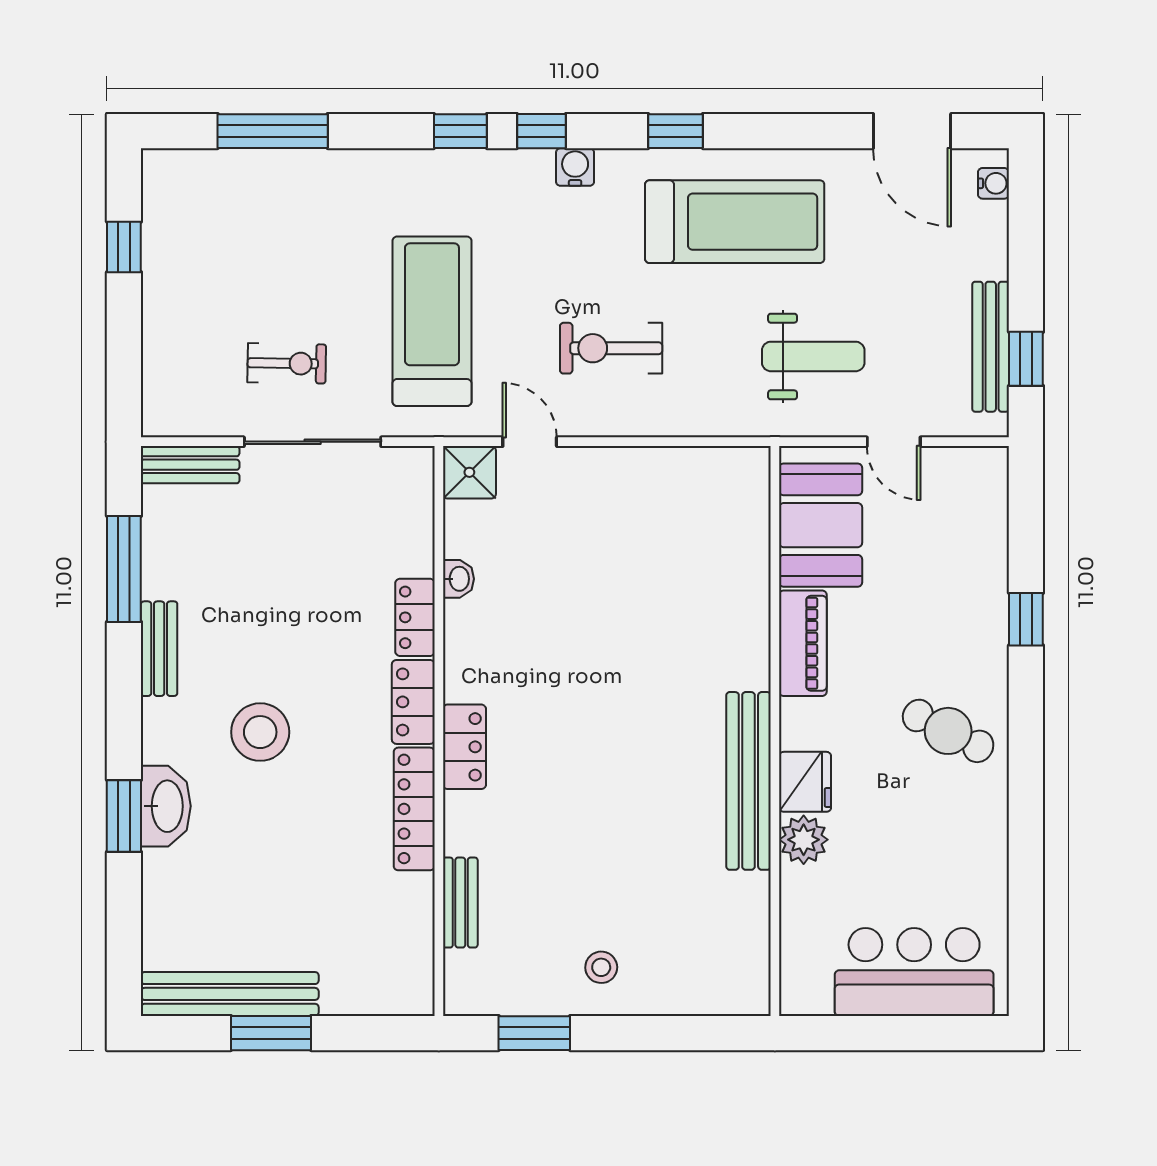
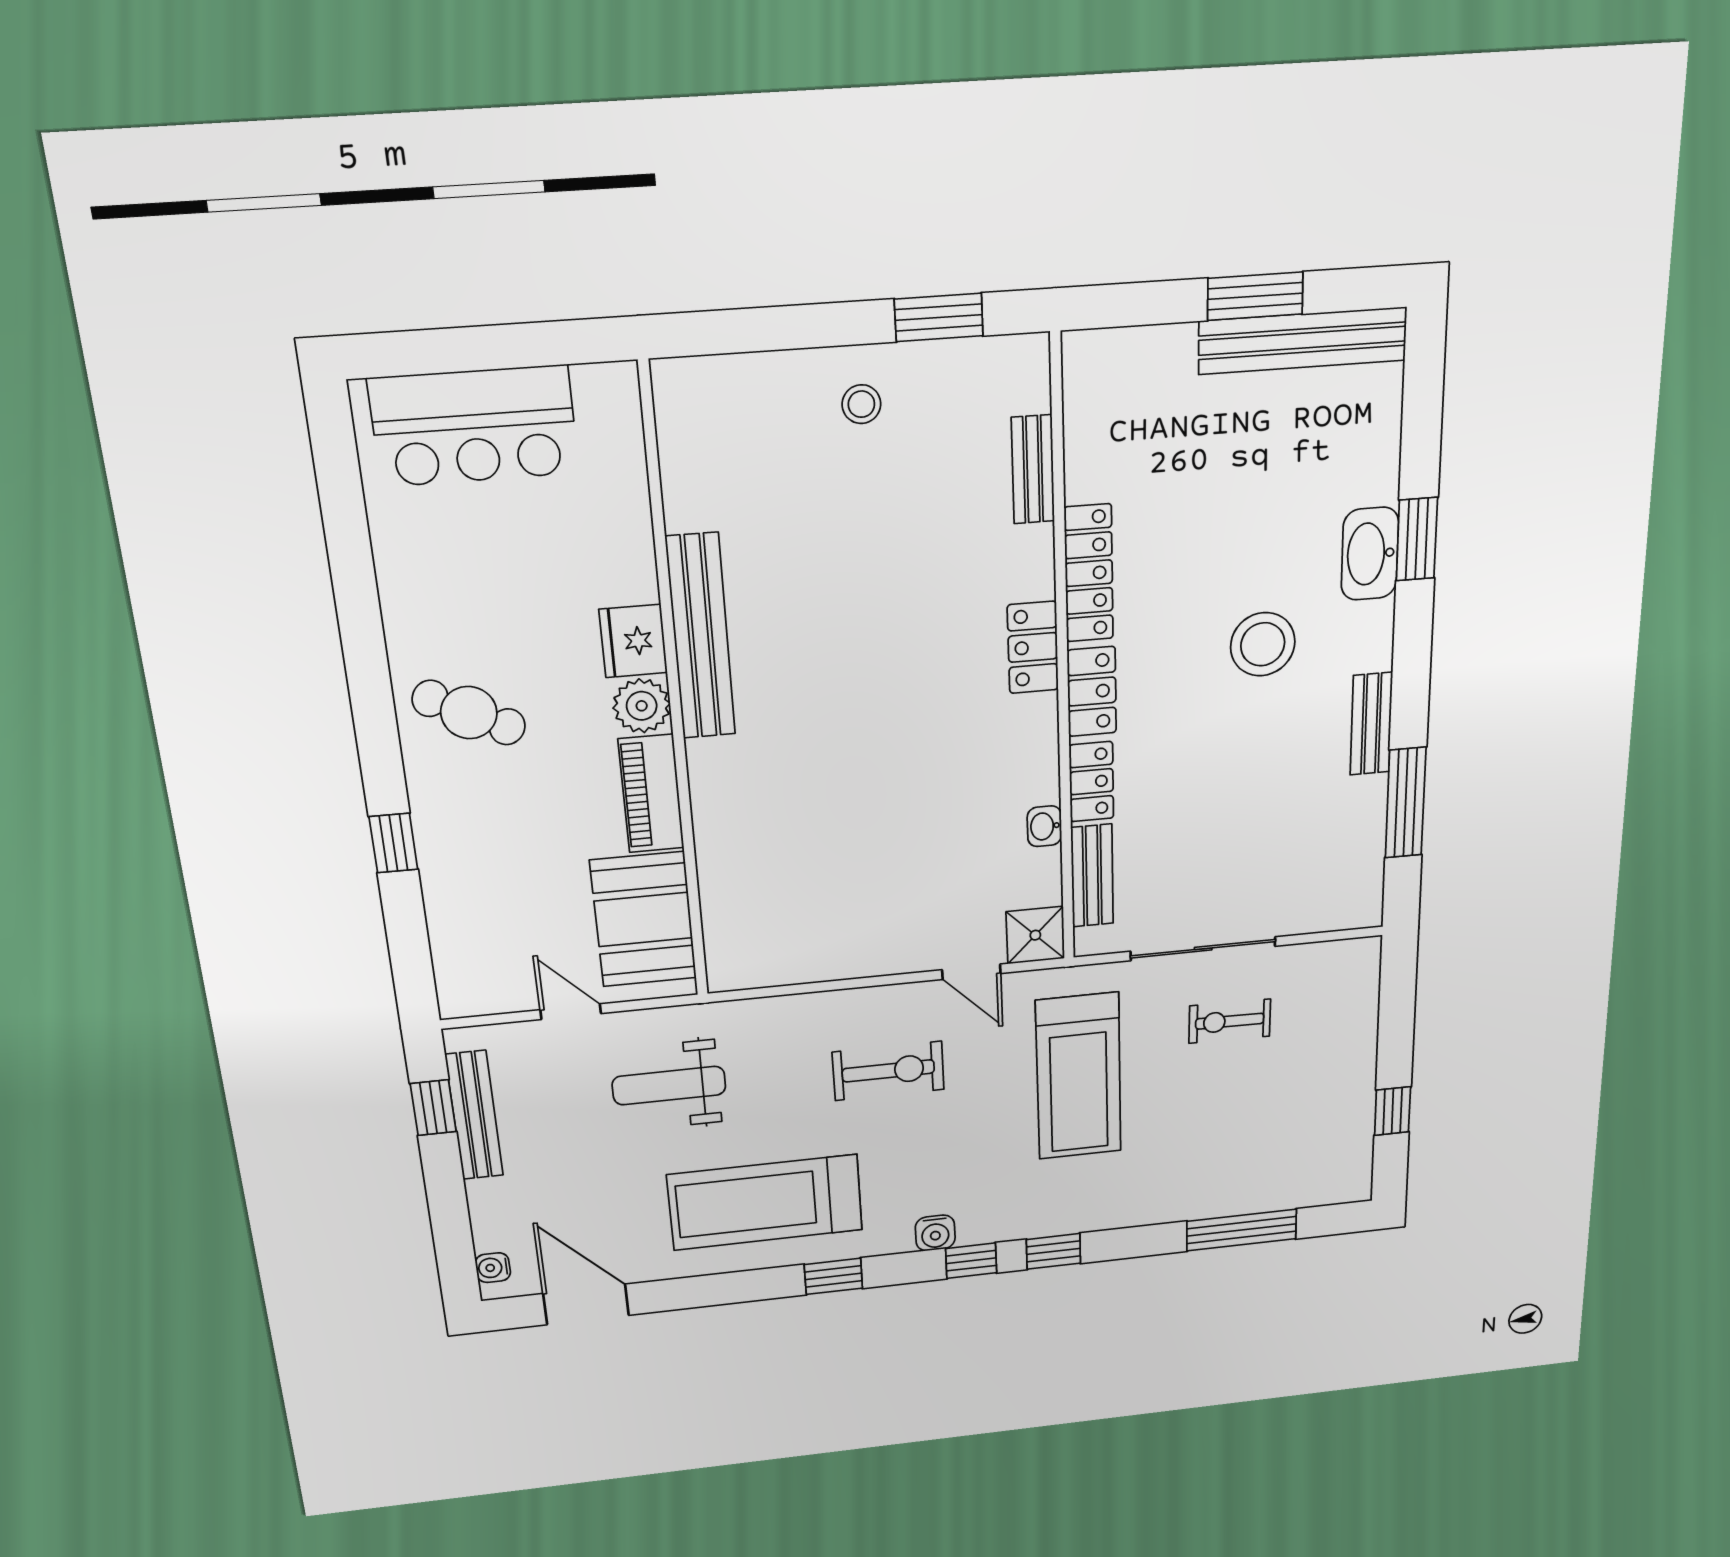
bench: (190, 465) -> (1092, 876), moved, turned 90
plant: (804, 840) -> (642, 706), moved

